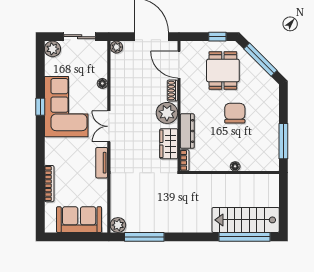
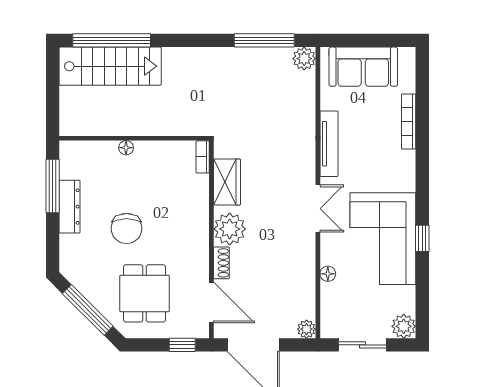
window: (217, 37) -> (182, 345), moved
dresser: (187, 131) -> (70, 207), moved, turned 180
tv unit: (102, 163) -> (329, 144), width x1.41

